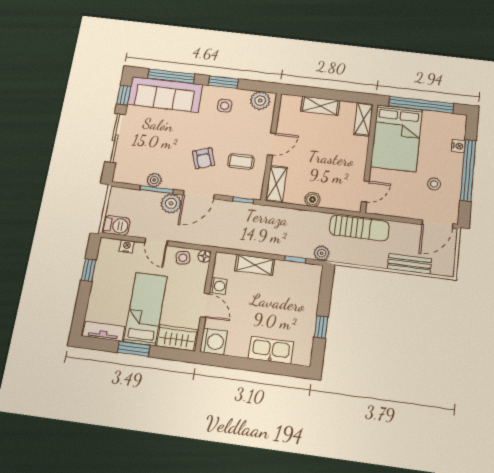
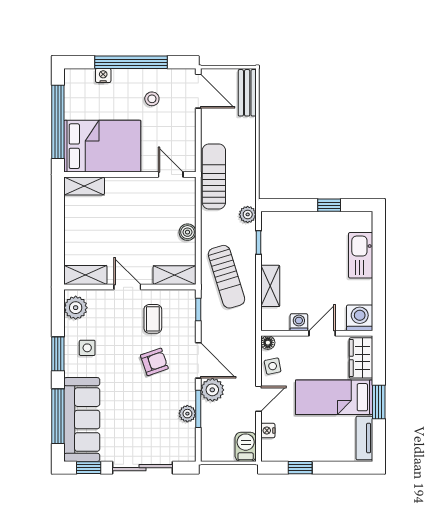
shelving: (320, 106) -> (85, 275), moved, turned 90
sun lounger: (268, 228) -> (227, 277), added
bench: (409, 264) -> (247, 93), moved

